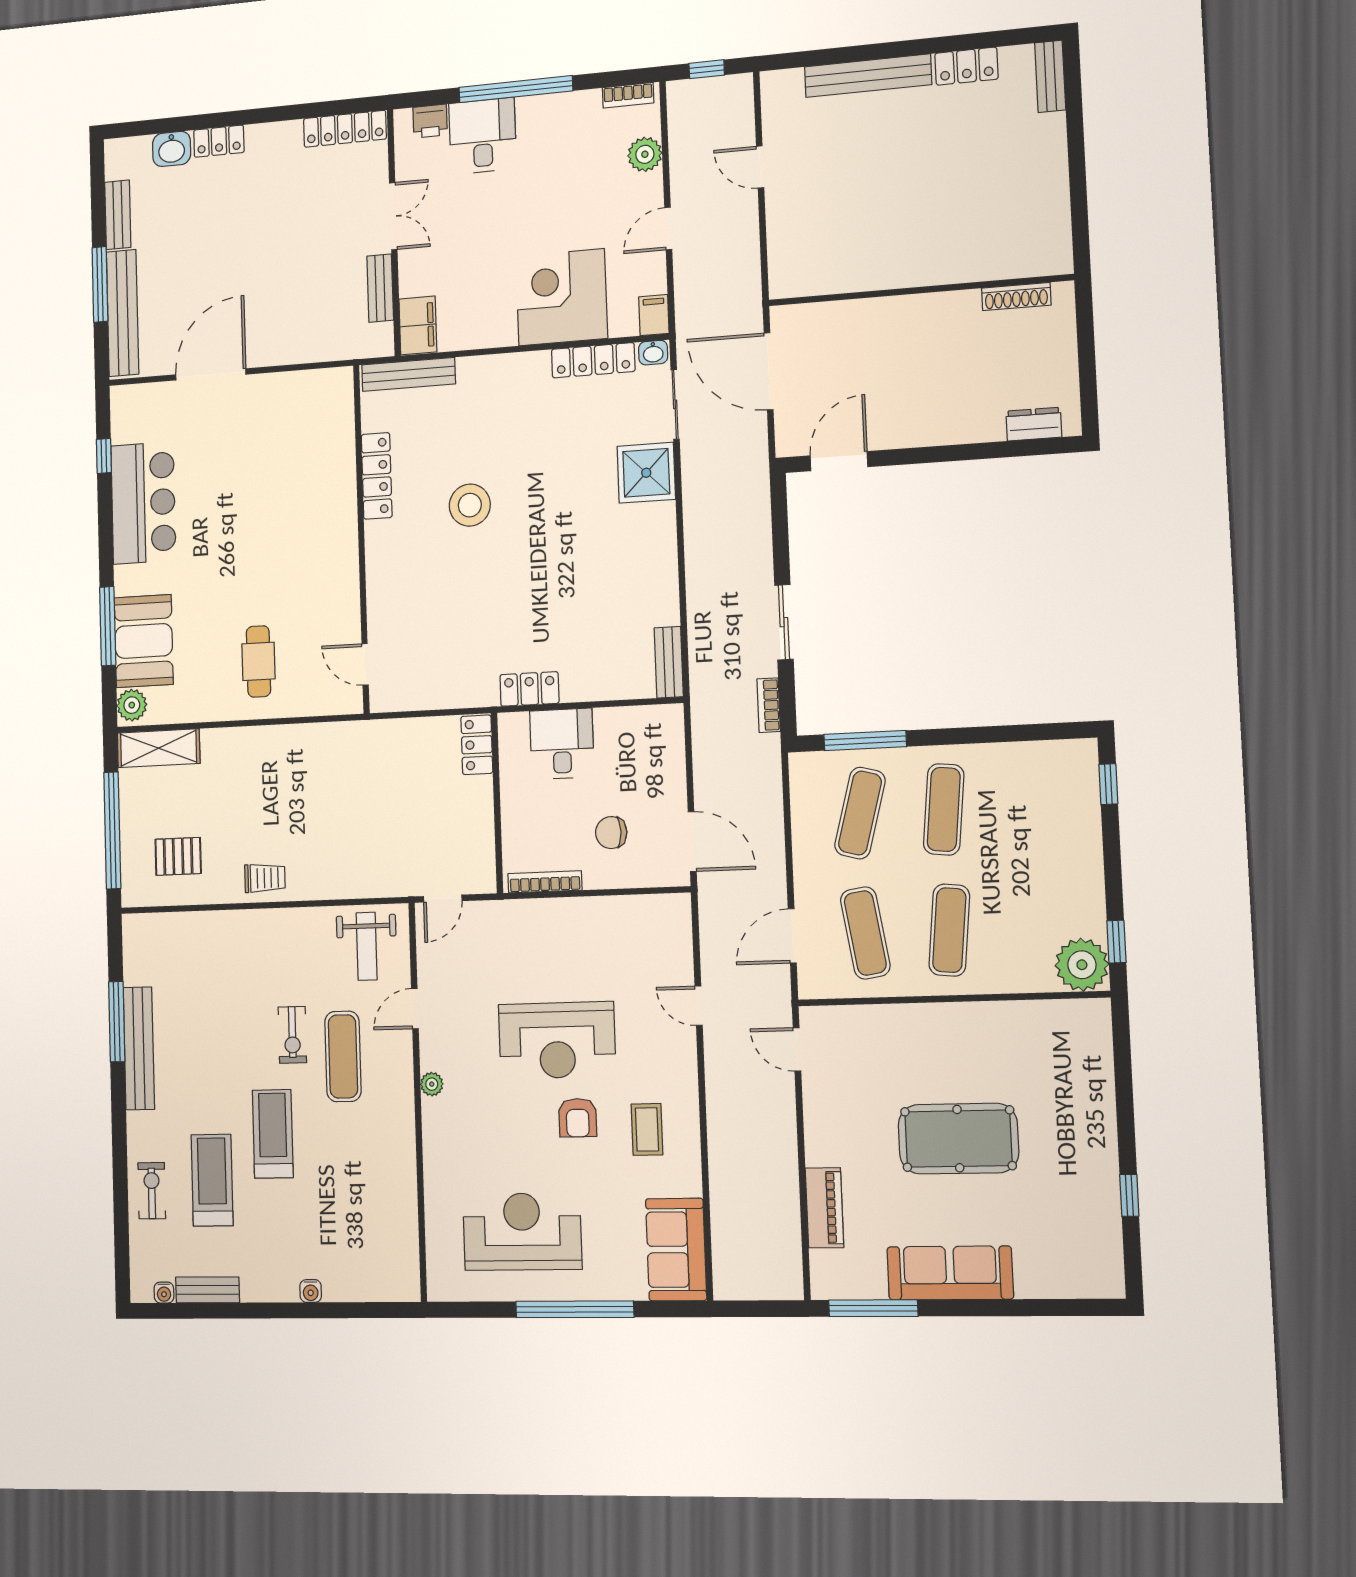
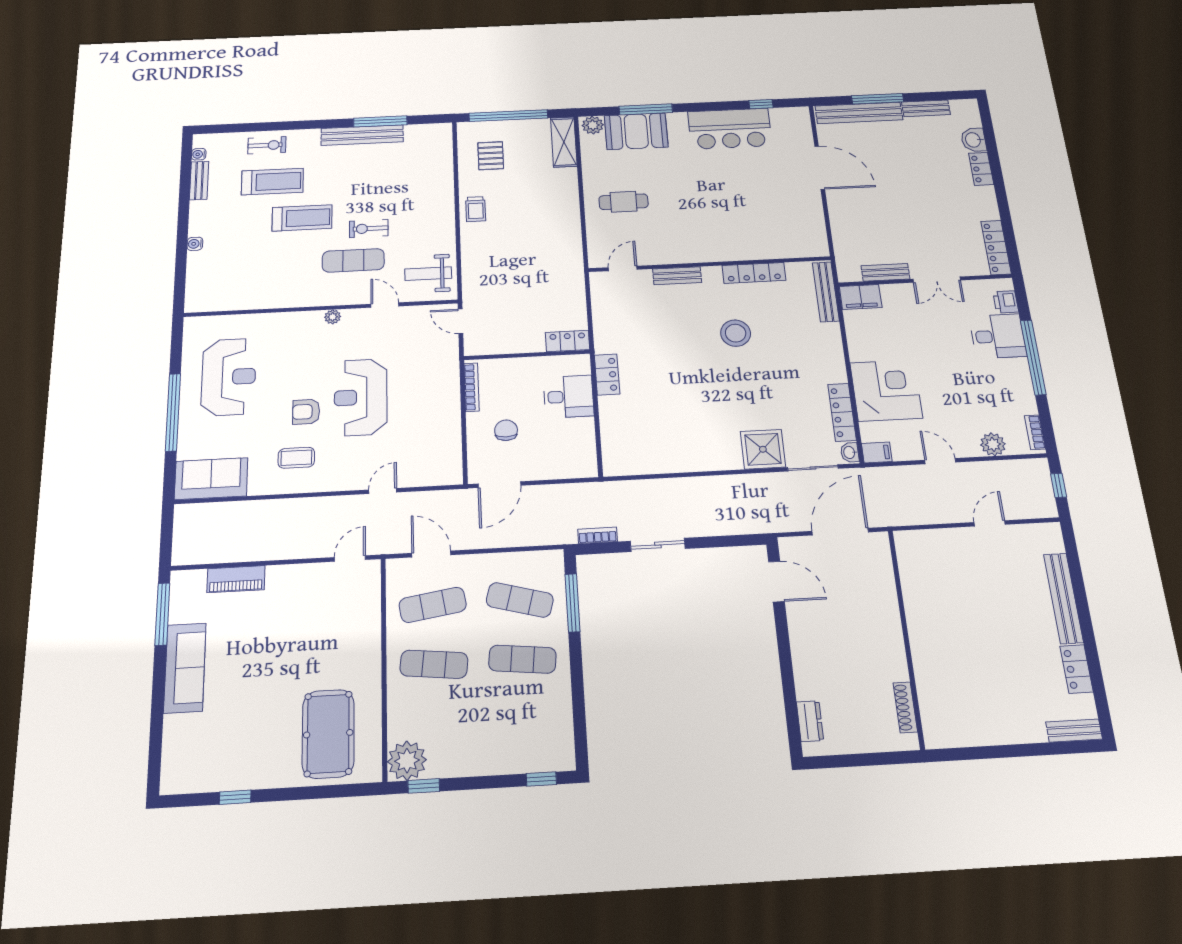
bench: (669, 662) -> (677, 276), moved
pool table: (958, 1139) -> (328, 734), moved

